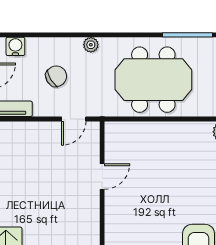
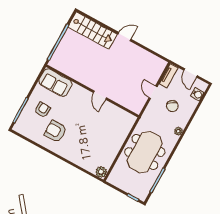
door: (74, 119) -> (153, 92), moved
door: (102, 176) -> (100, 95), moved

